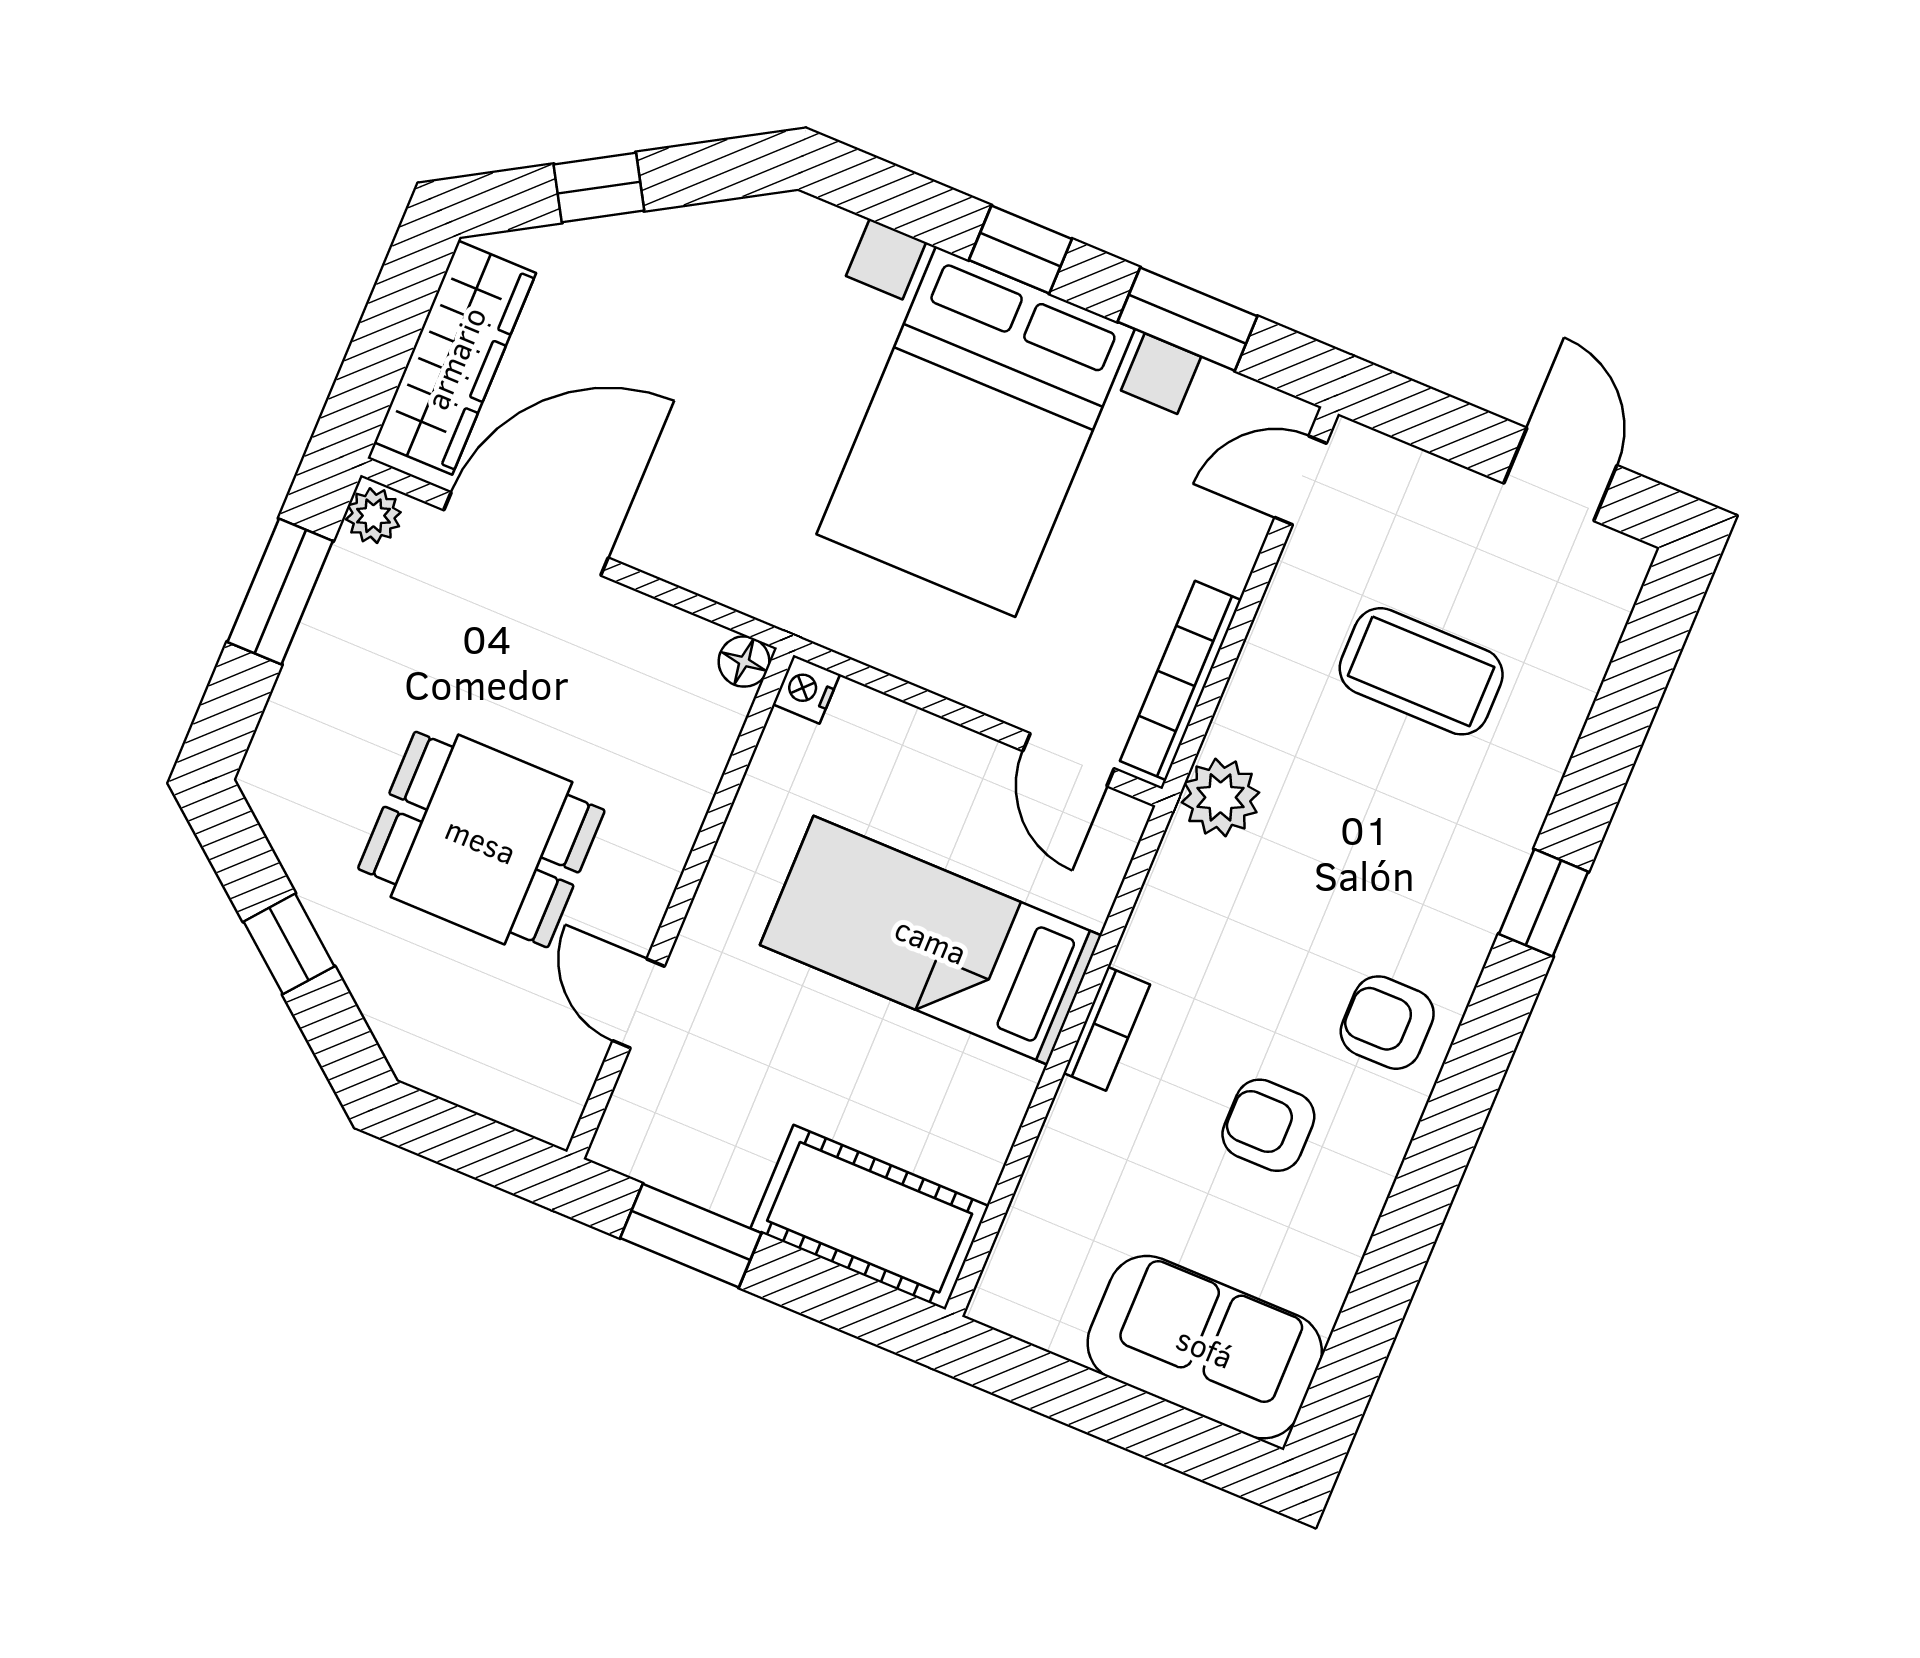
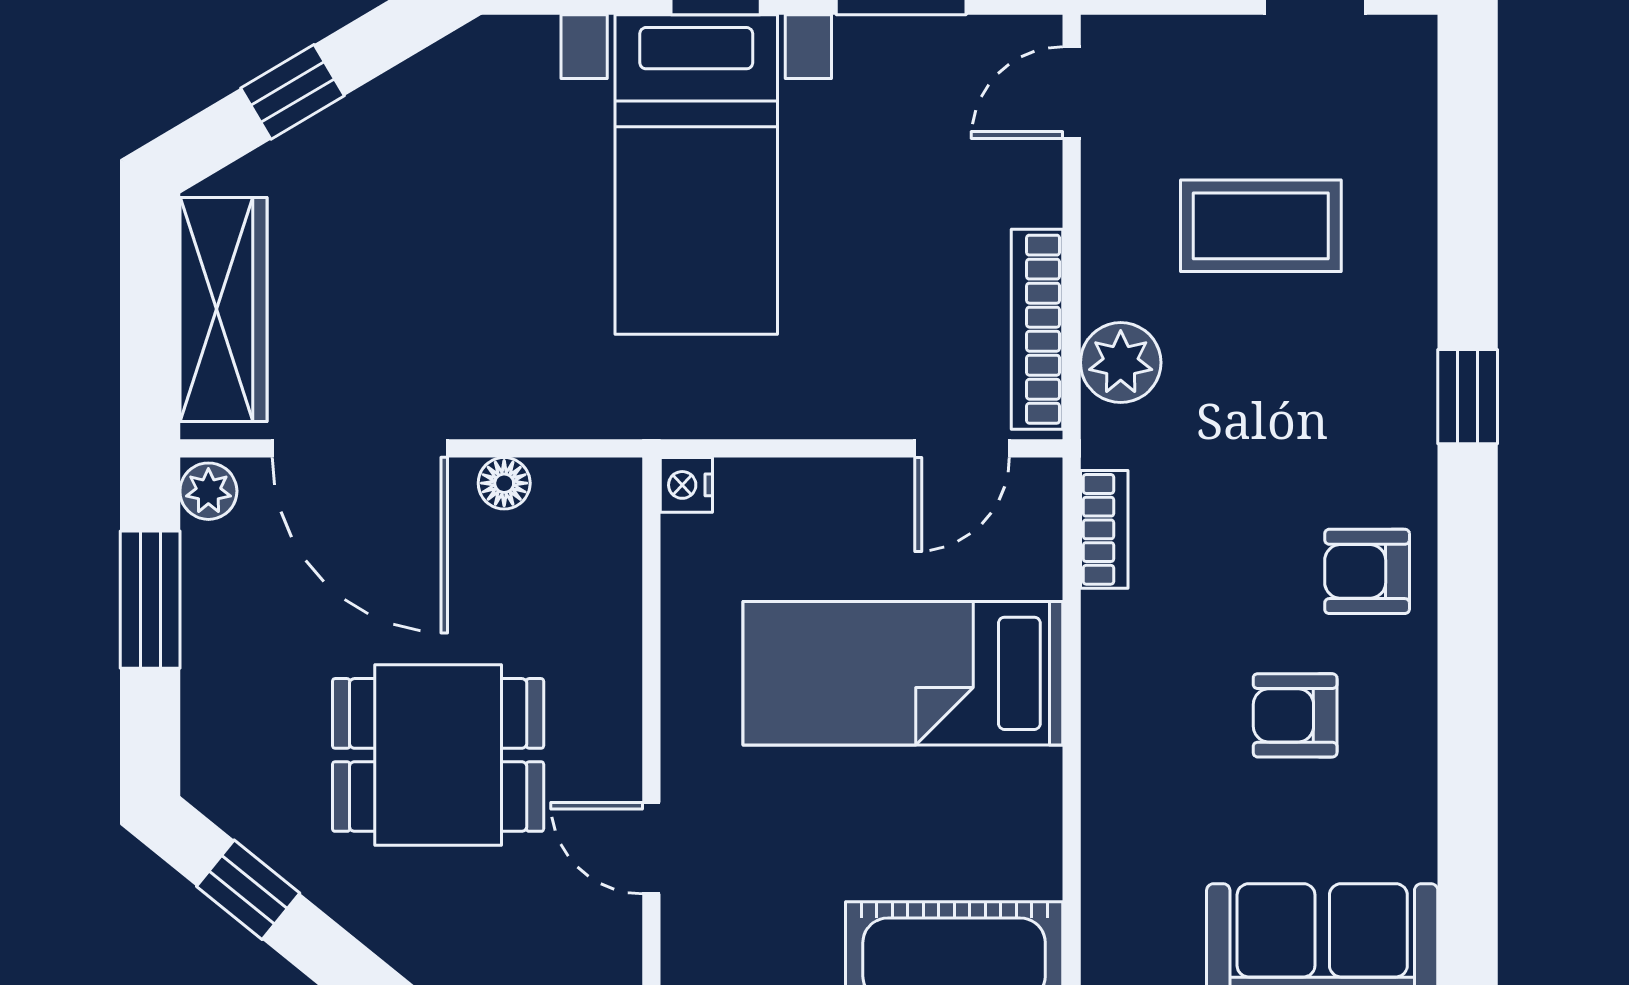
bed with nightstands: (976, 432) -> (696, 175), width x0.73
door: (526, 534) -> (360, 448), swing flipped
floor lamp: (744, 662) -> (504, 483), moved
door: (1068, 760) -> (962, 448), hinge flipped
plant: (1220, 797) -> (1121, 363), moved
window: (289, 944) -> (248, 890), moved
bookcase: (1107, 1029) -> (1104, 529), moved

